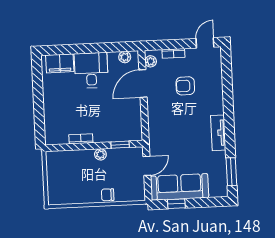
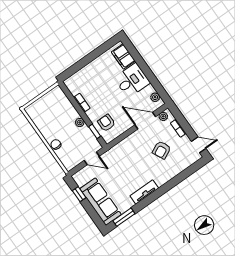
armchair: (185, 86) -> (162, 150), turned -116
armchair: (119, 126) -> (106, 123), added
sofa: (179, 187) -> (101, 202), moved

